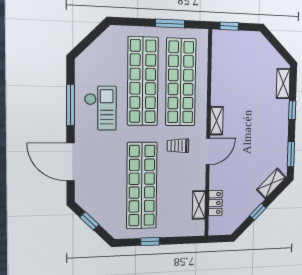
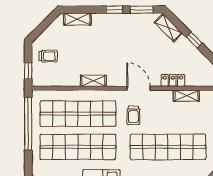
window: (170, 24) -> (28, 124), width x2.11
trolley: (245, 50) -> (48, 56), added
window: (292, 110) -> (114, 10), moved
shelving: (217, 121) -> (93, 81), moved
locker: (215, 203) -> (173, 80), moved

